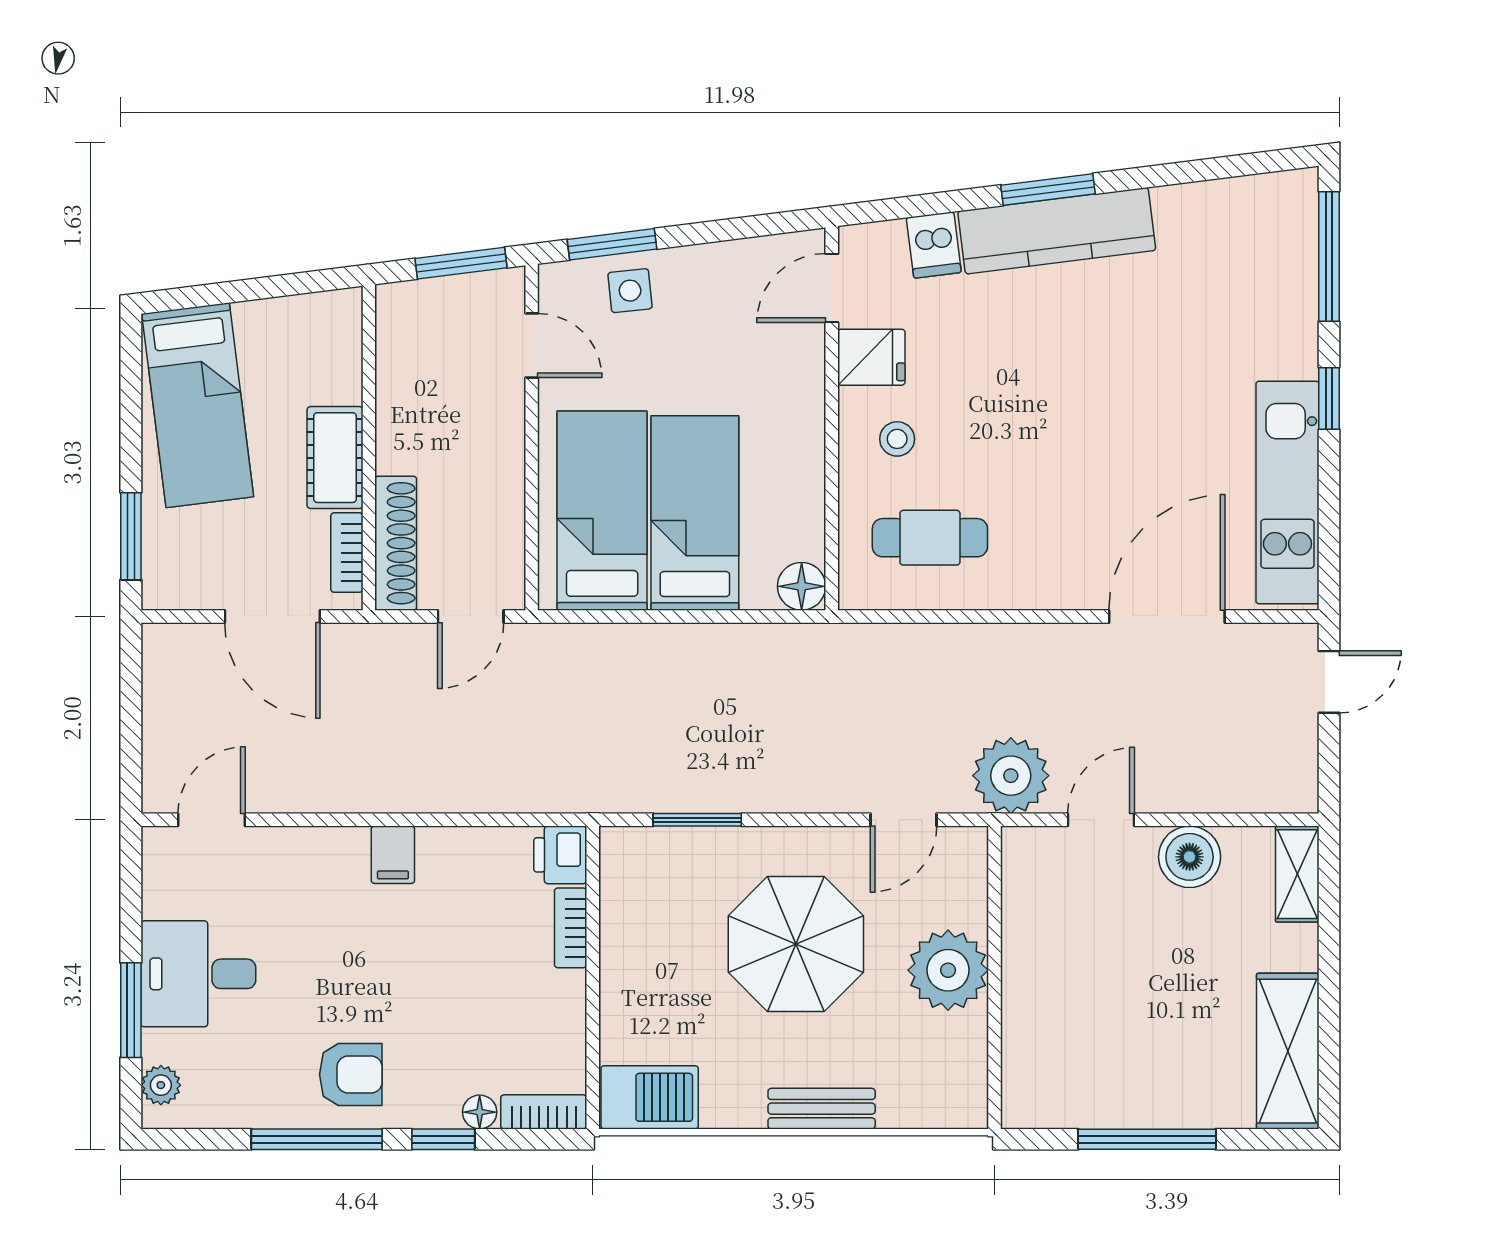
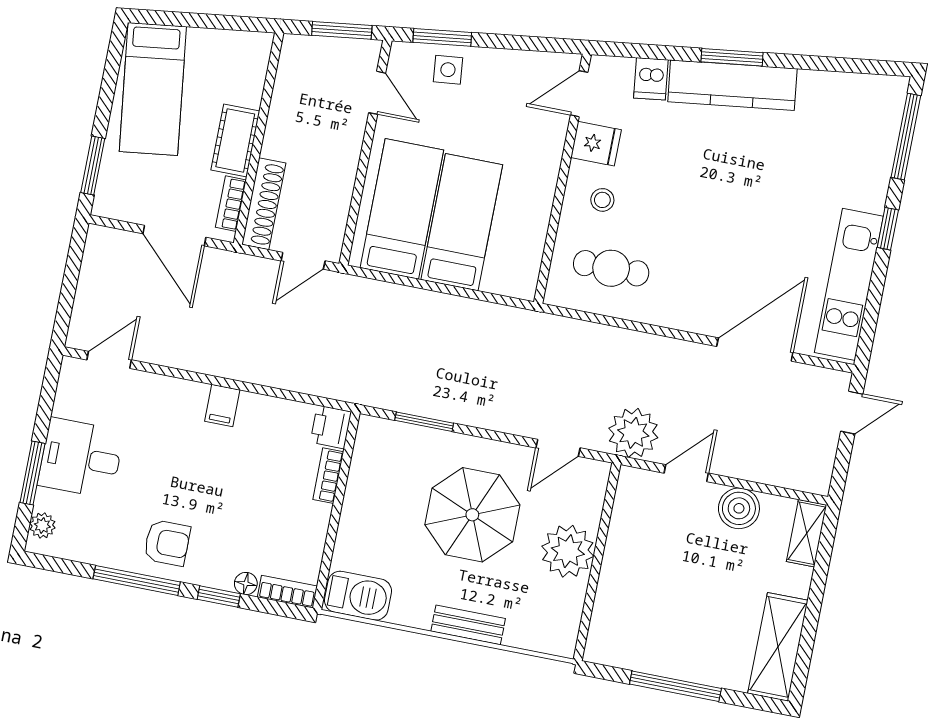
floor lamp: (802, 586) -> (522, 283), removed

